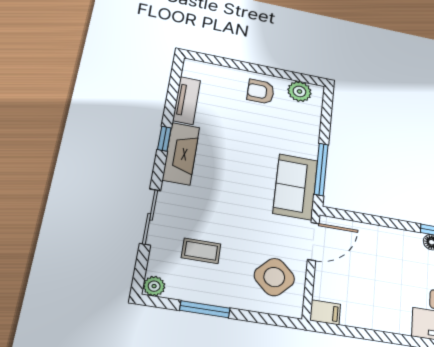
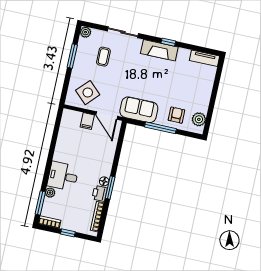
armchair: (261, 92) -> (177, 115), moved
tv unit: (187, 100) -> (205, 58), moved
window: (321, 169) -> (160, 128), moved
filing cabinet: (325, 312) -> (87, 121), moved

